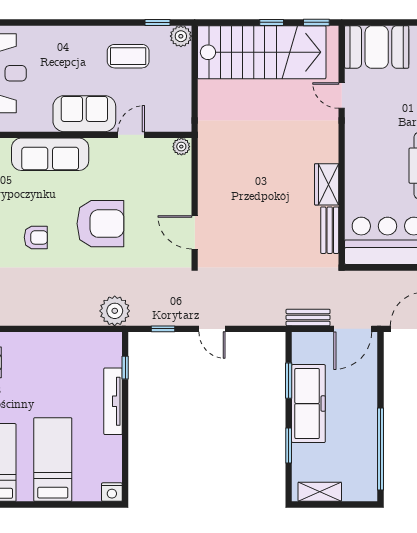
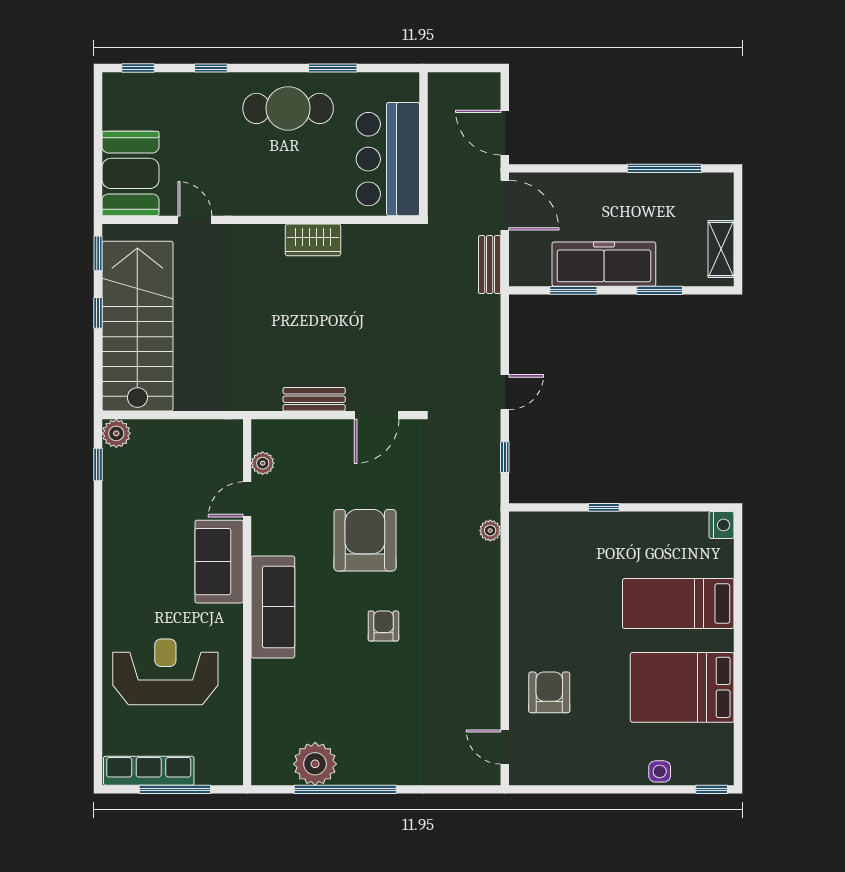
coffee table: (128, 56) -> (143, 503), removed
door: (342, 95) -> (195, 220), swing flipped
door: (131, 135) -> (247, 499), hinge flipped
plant: (181, 147) -> (263, 463), moved
bench: (330, 230) -> (314, 399), moved
plant: (115, 311) -> (490, 531), width x0.53, depth x0.53
window: (125, 368) -> (604, 507), moved
tv unit: (113, 401) -> (601, 523), removed
window: (380, 449) -> (664, 168), width x0.68

